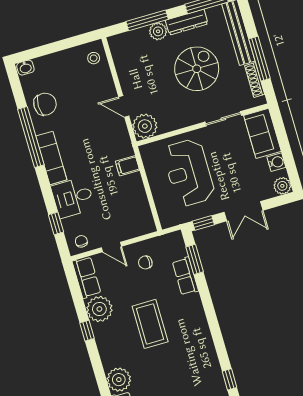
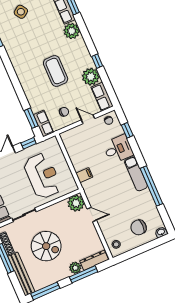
dresser: (187, 22) -> (94, 260), moved
spiral stairs: (197, 69) -> (46, 246), turned -90
chair: (45, 104) -> (139, 227), moved
row of seats: (185, 276) -> (44, 123), moved

